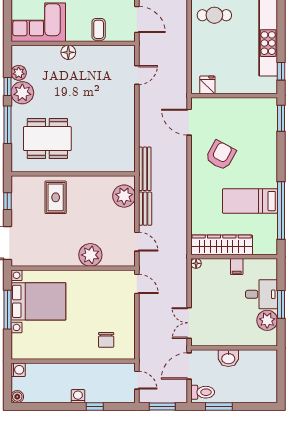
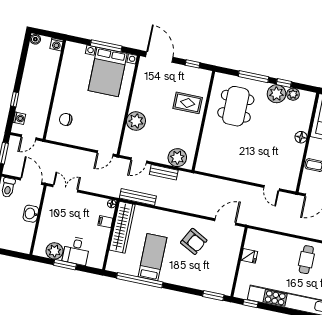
fridge: (207, 85) -> (249, 256), moved
bench: (145, 169) -> (138, 197), moved
filing cabinet: (237, 267) -> (105, 222), moved
washing machine: (78, 396) -> (19, 118), moved

